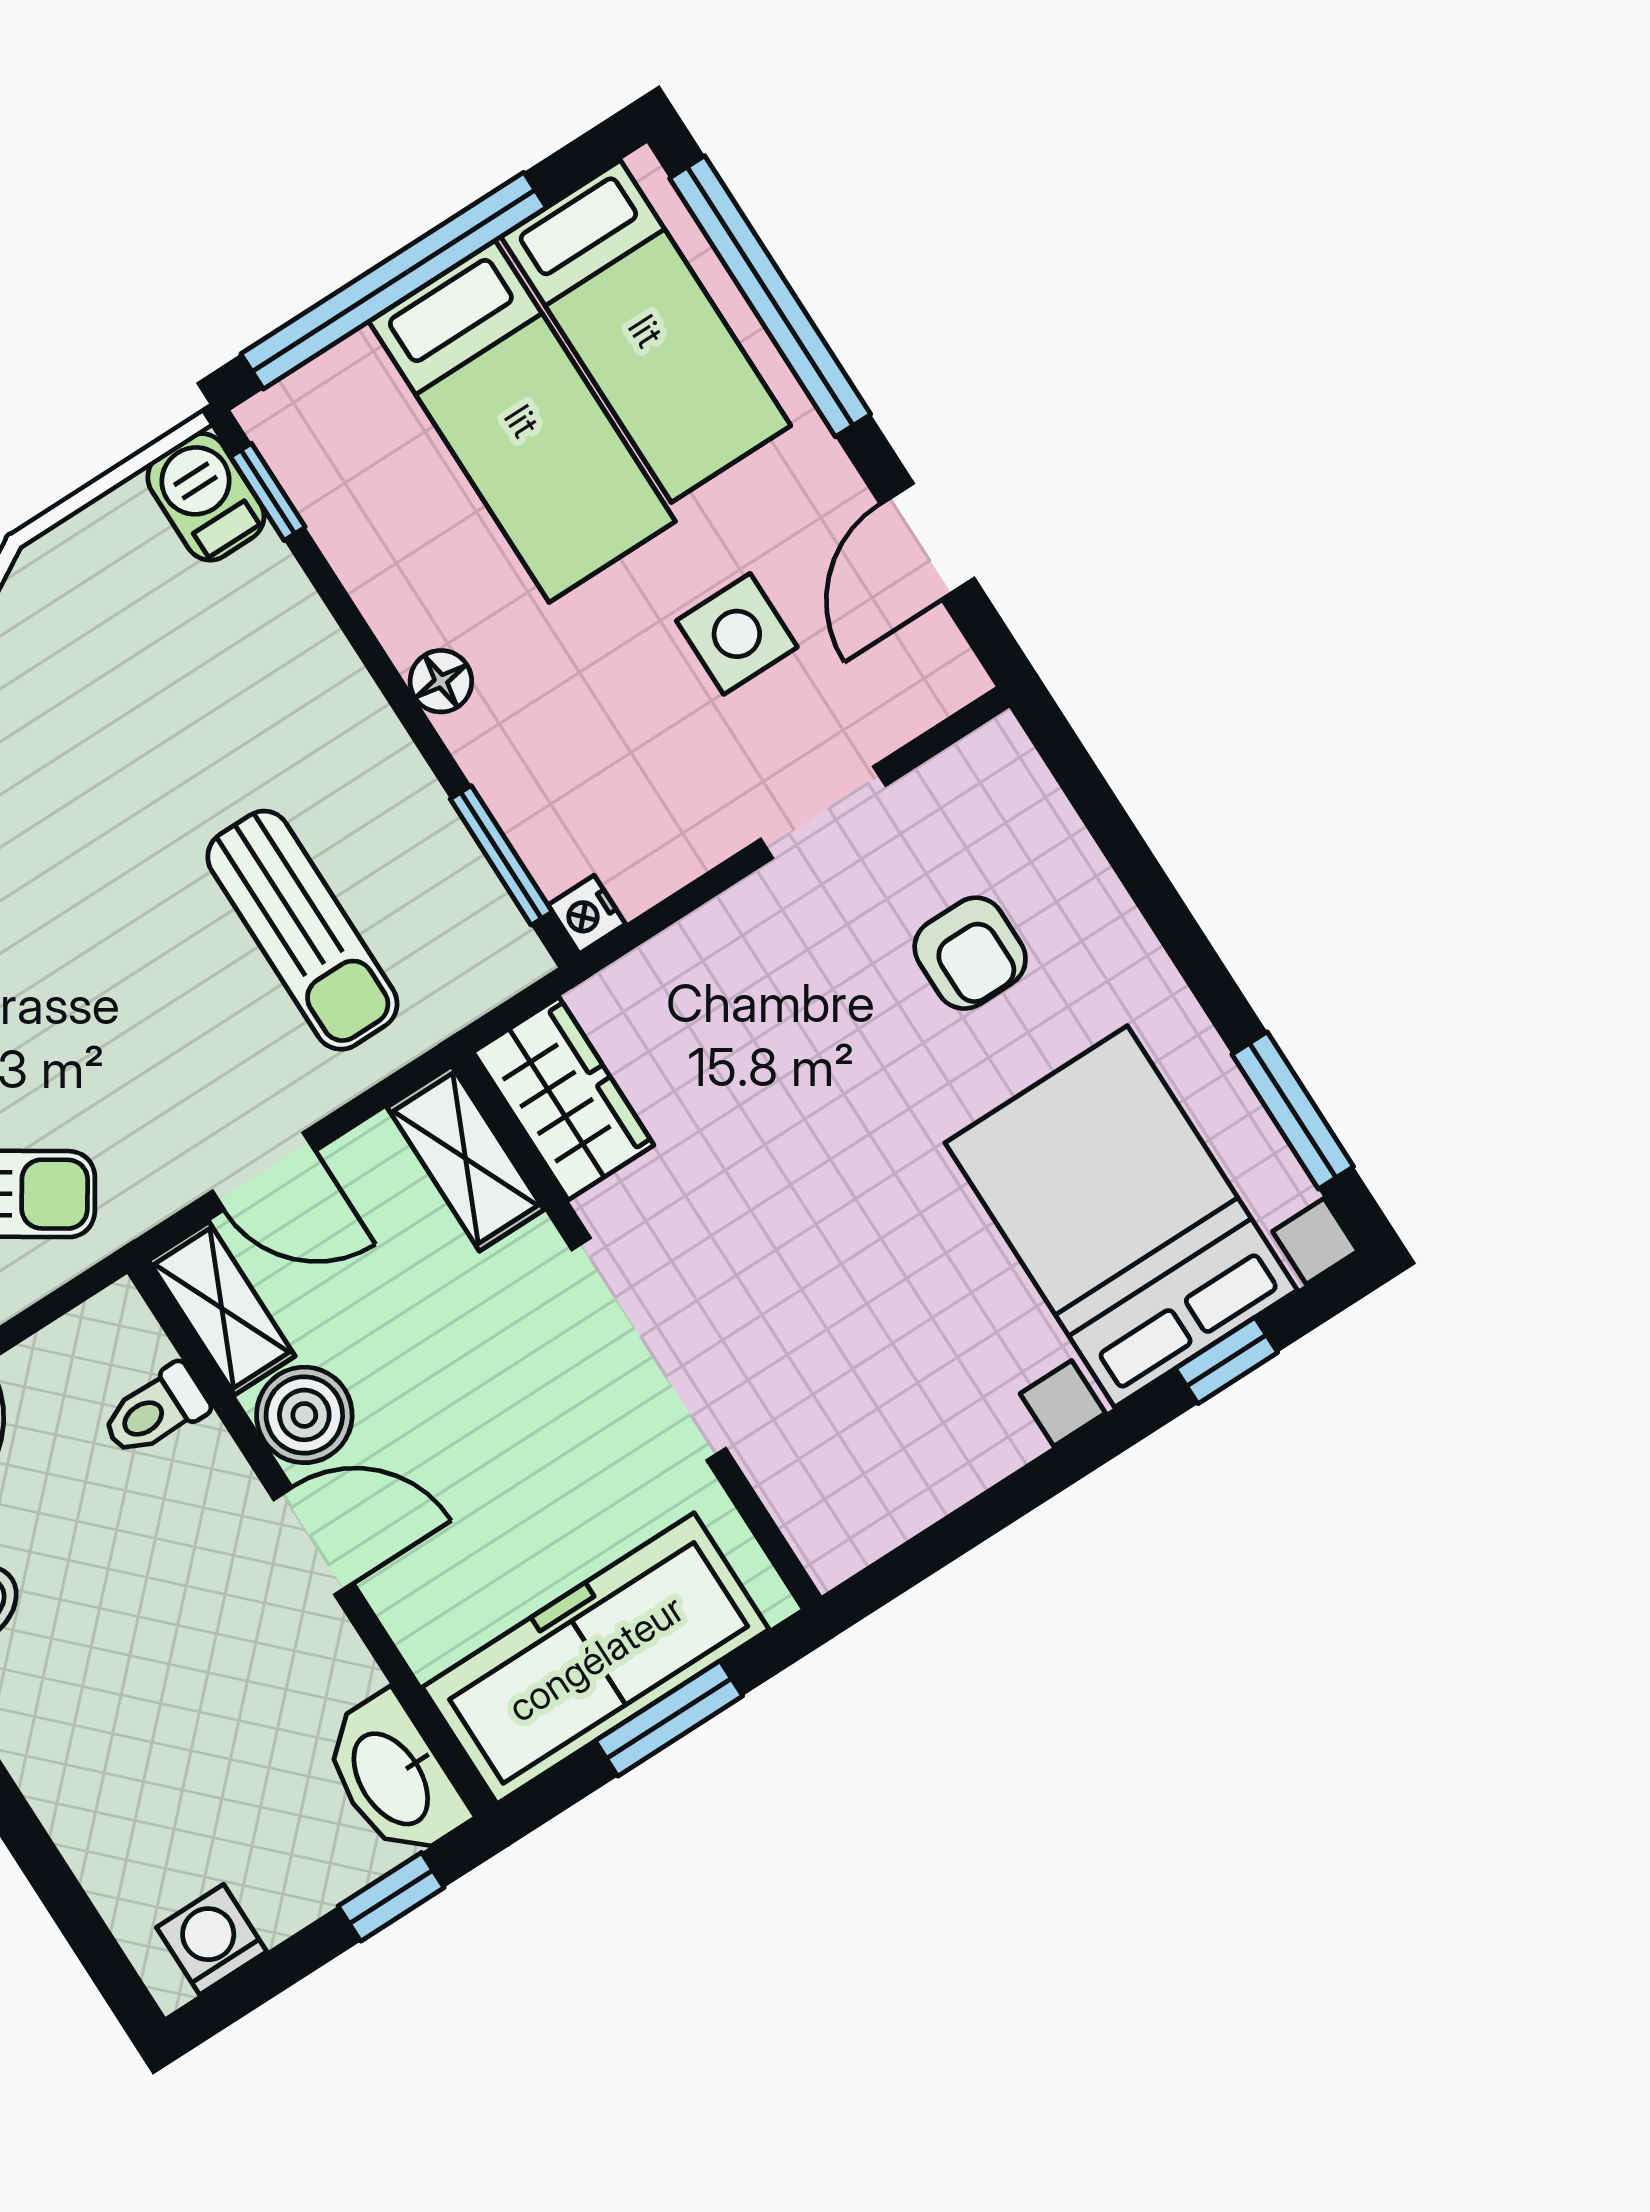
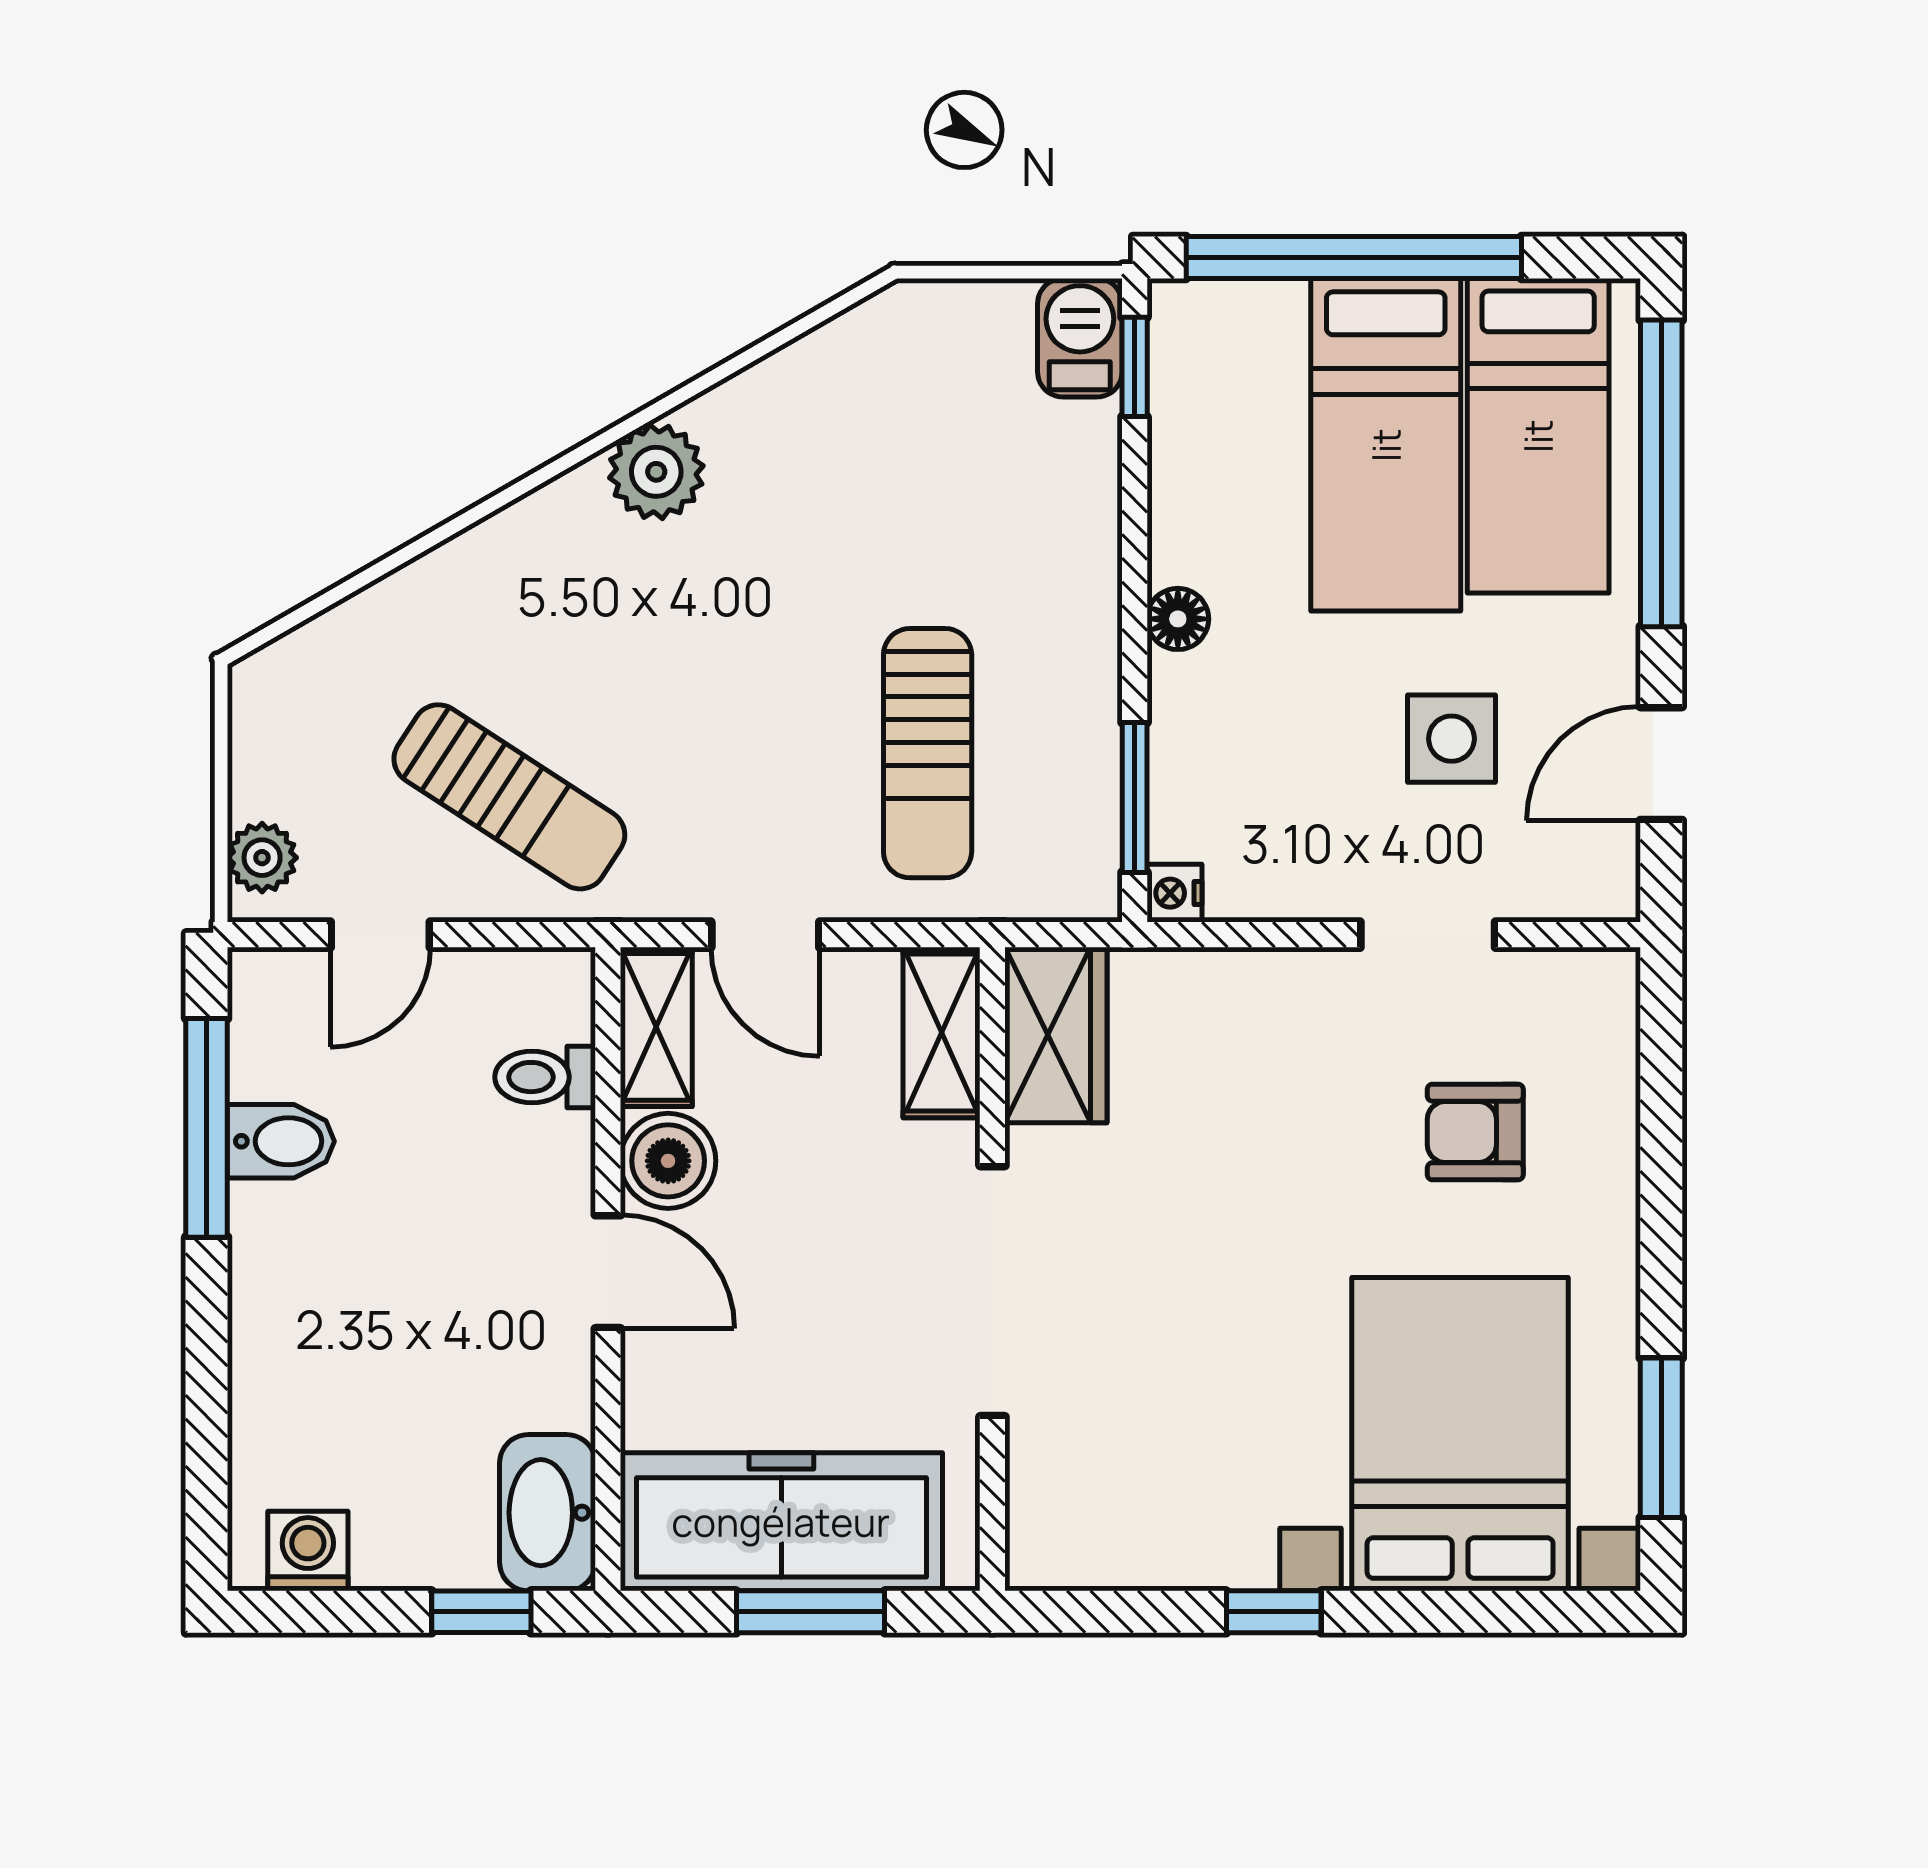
armchair: (970, 953) -> (1475, 1132), turned 90
window: (1227, 1361) -> (1274, 1612), moved

